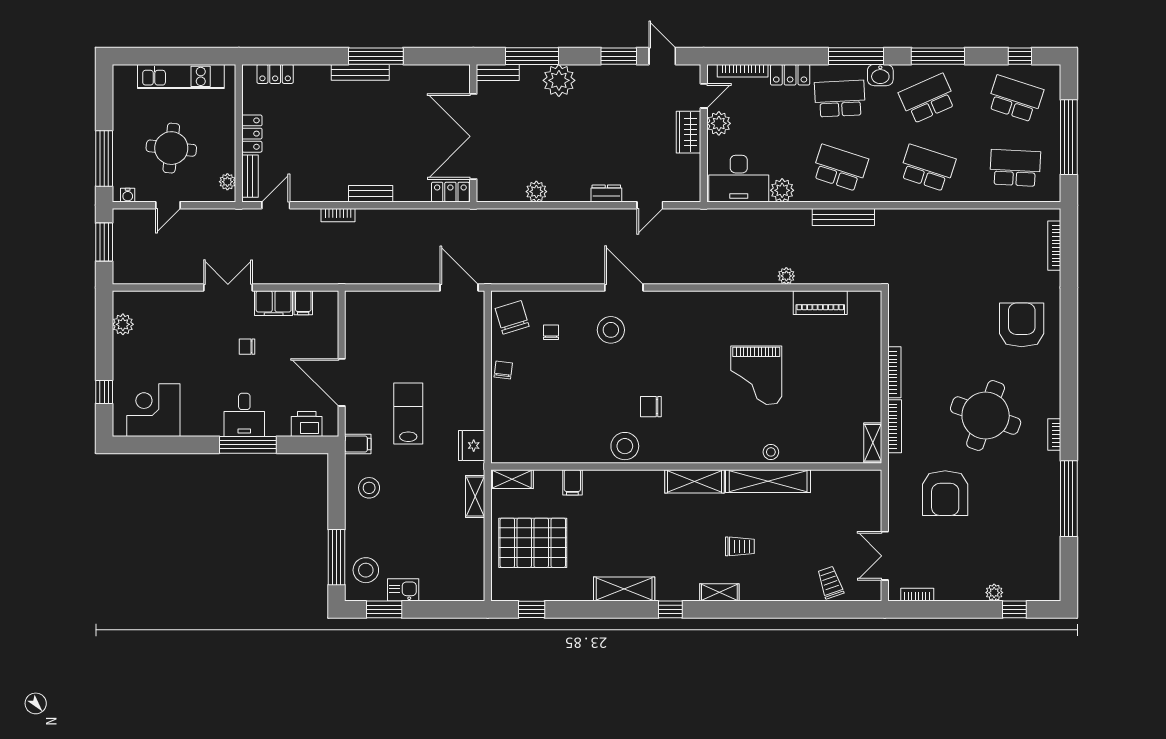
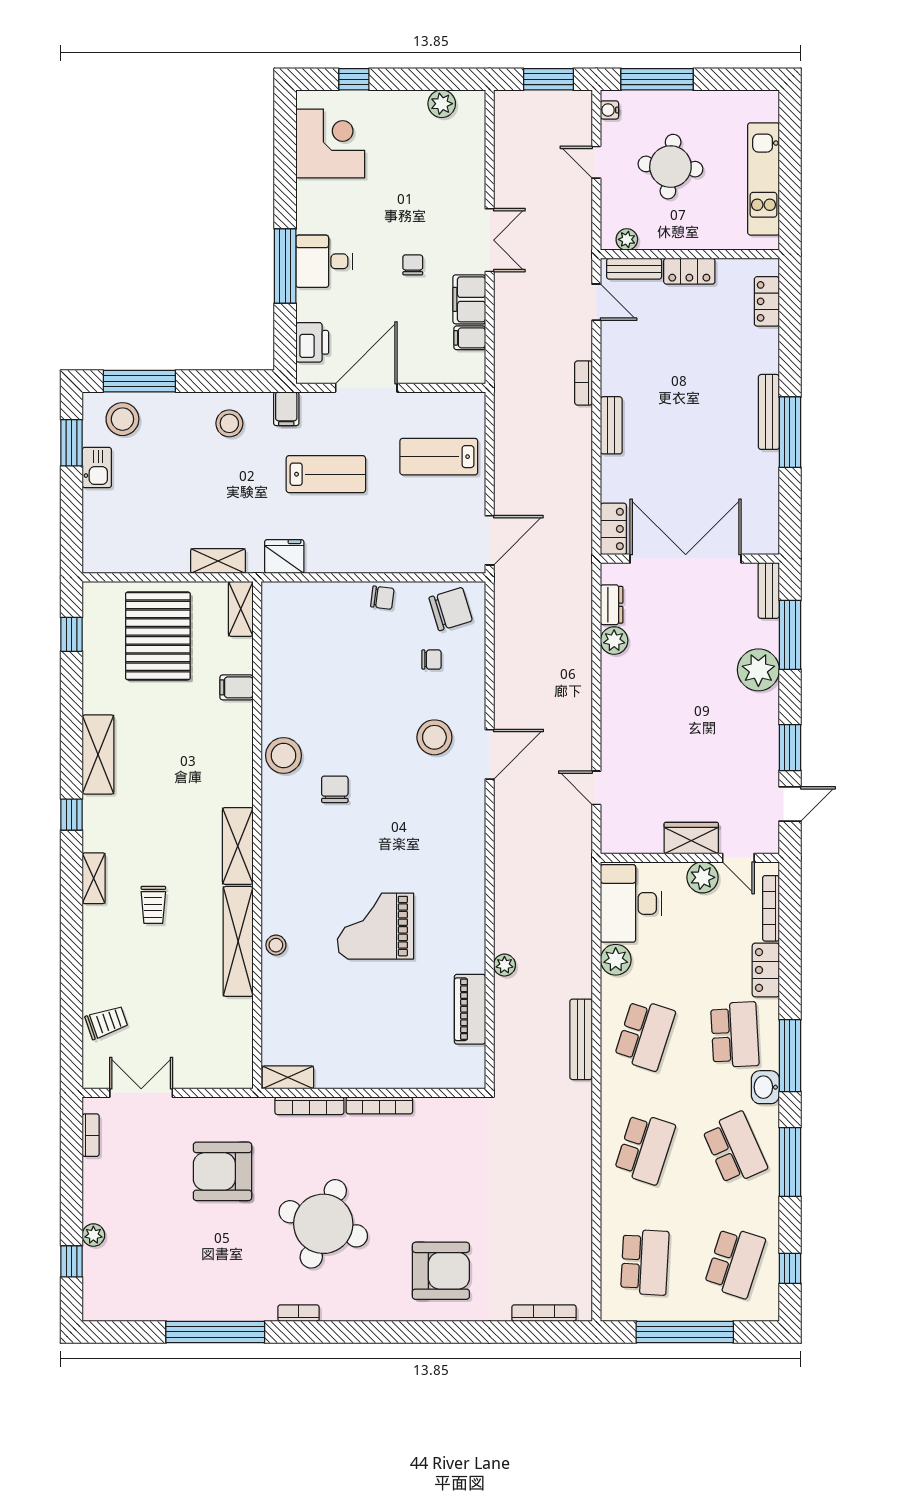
dresser: (606, 193) -> (612, 605), moved
lab bench: (395, 327) -> (439, 457), added

